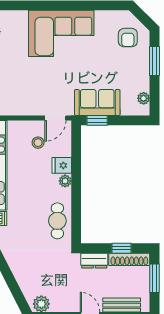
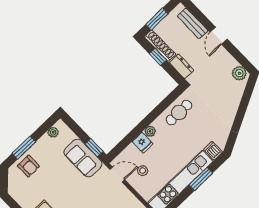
armchair: (128, 38) -> (28, 166), moved, turned 90

